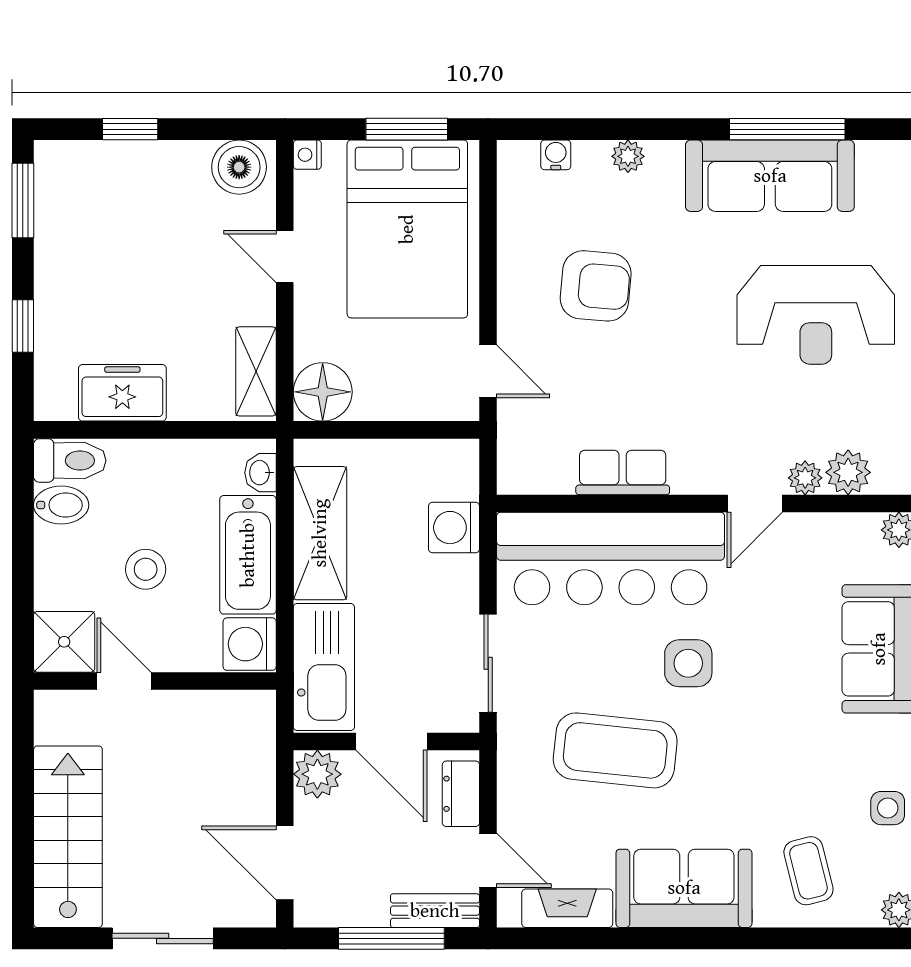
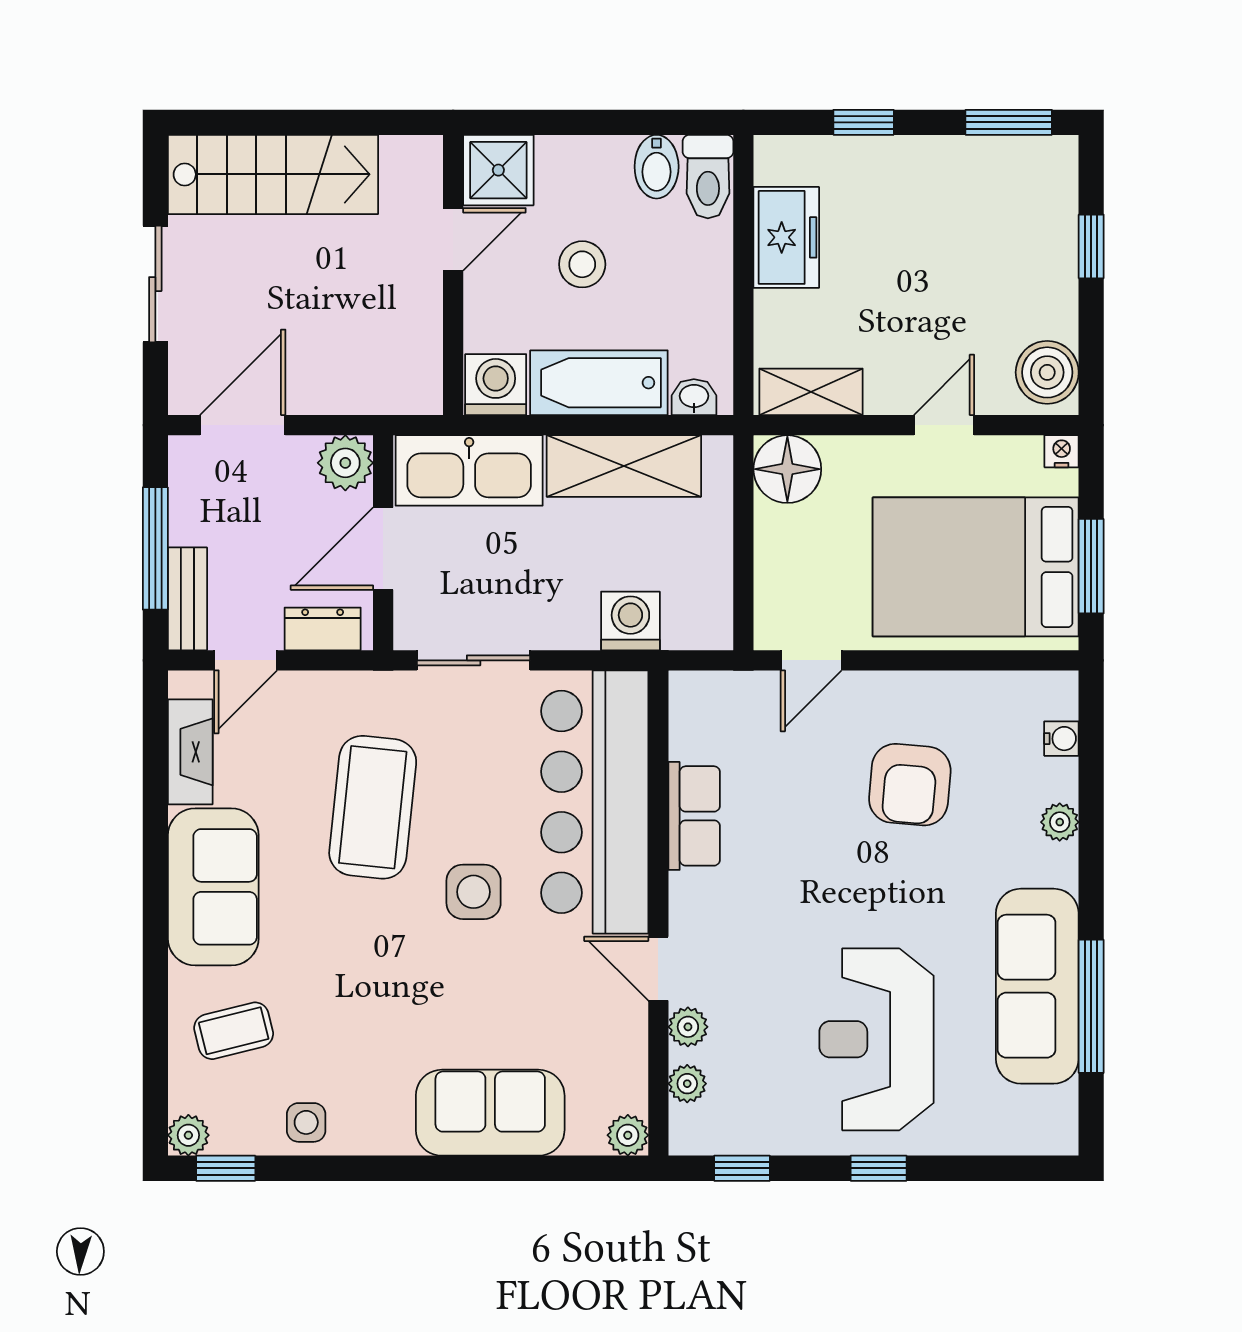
plant: (848, 472) -> (687, 1084), width x0.73, depth x0.73

